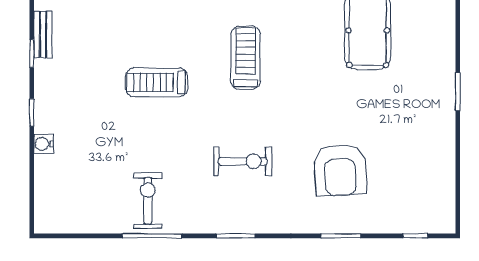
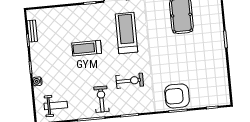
treadmill: (246, 58) -> (126, 33), width x1.37, depth x1.38
armchair: (340, 170) -> (177, 96), moved, turned 93
weight bench: (78, 200) -> (56, 105), added
exercise bike: (148, 201) -> (101, 99), moved

